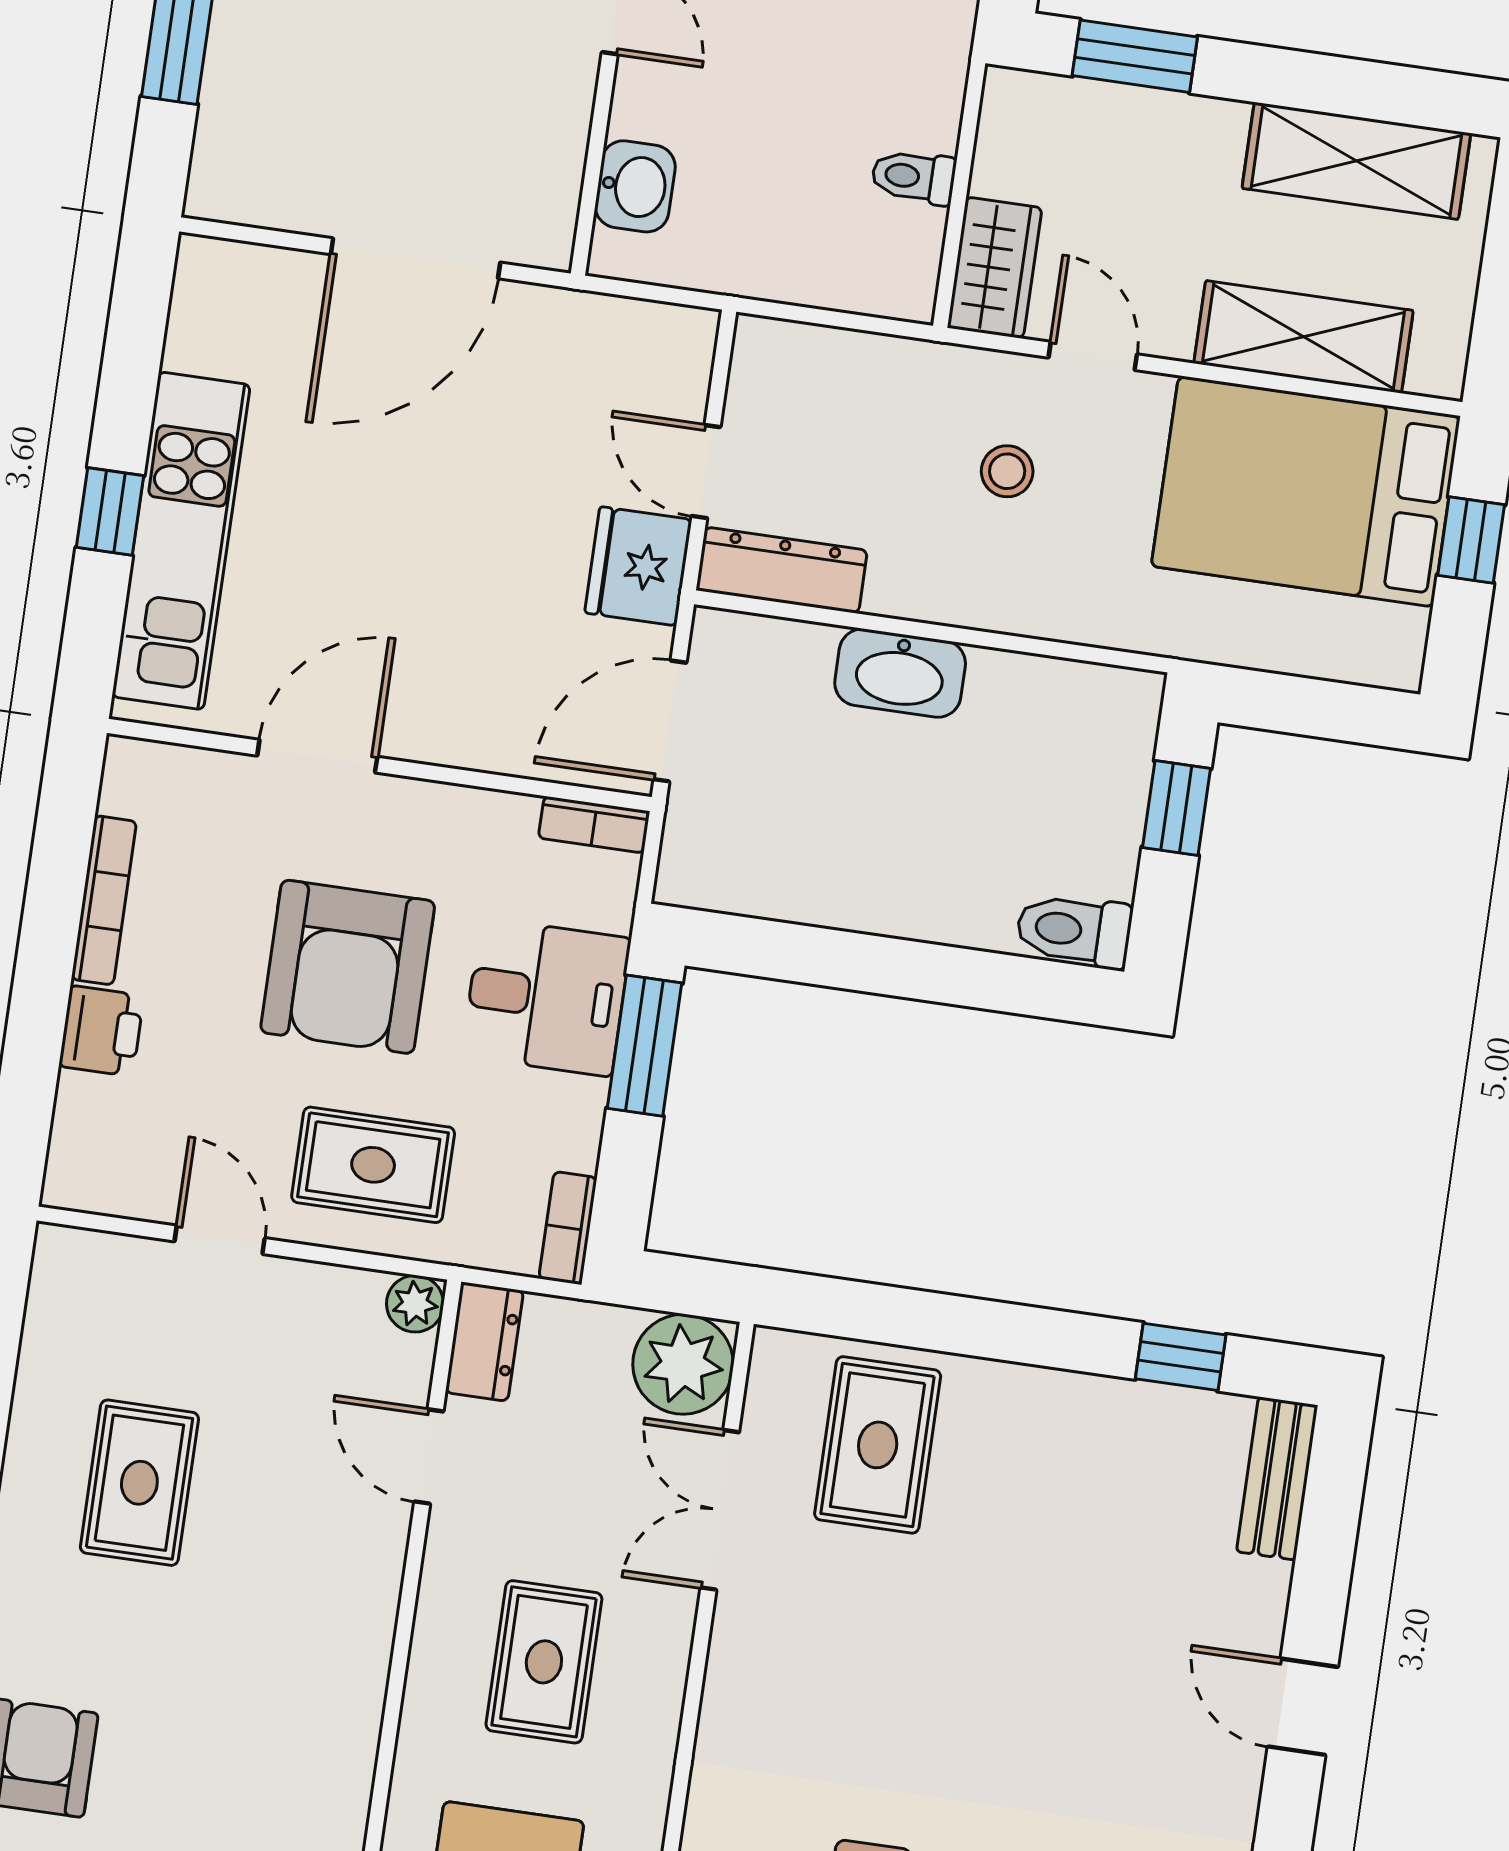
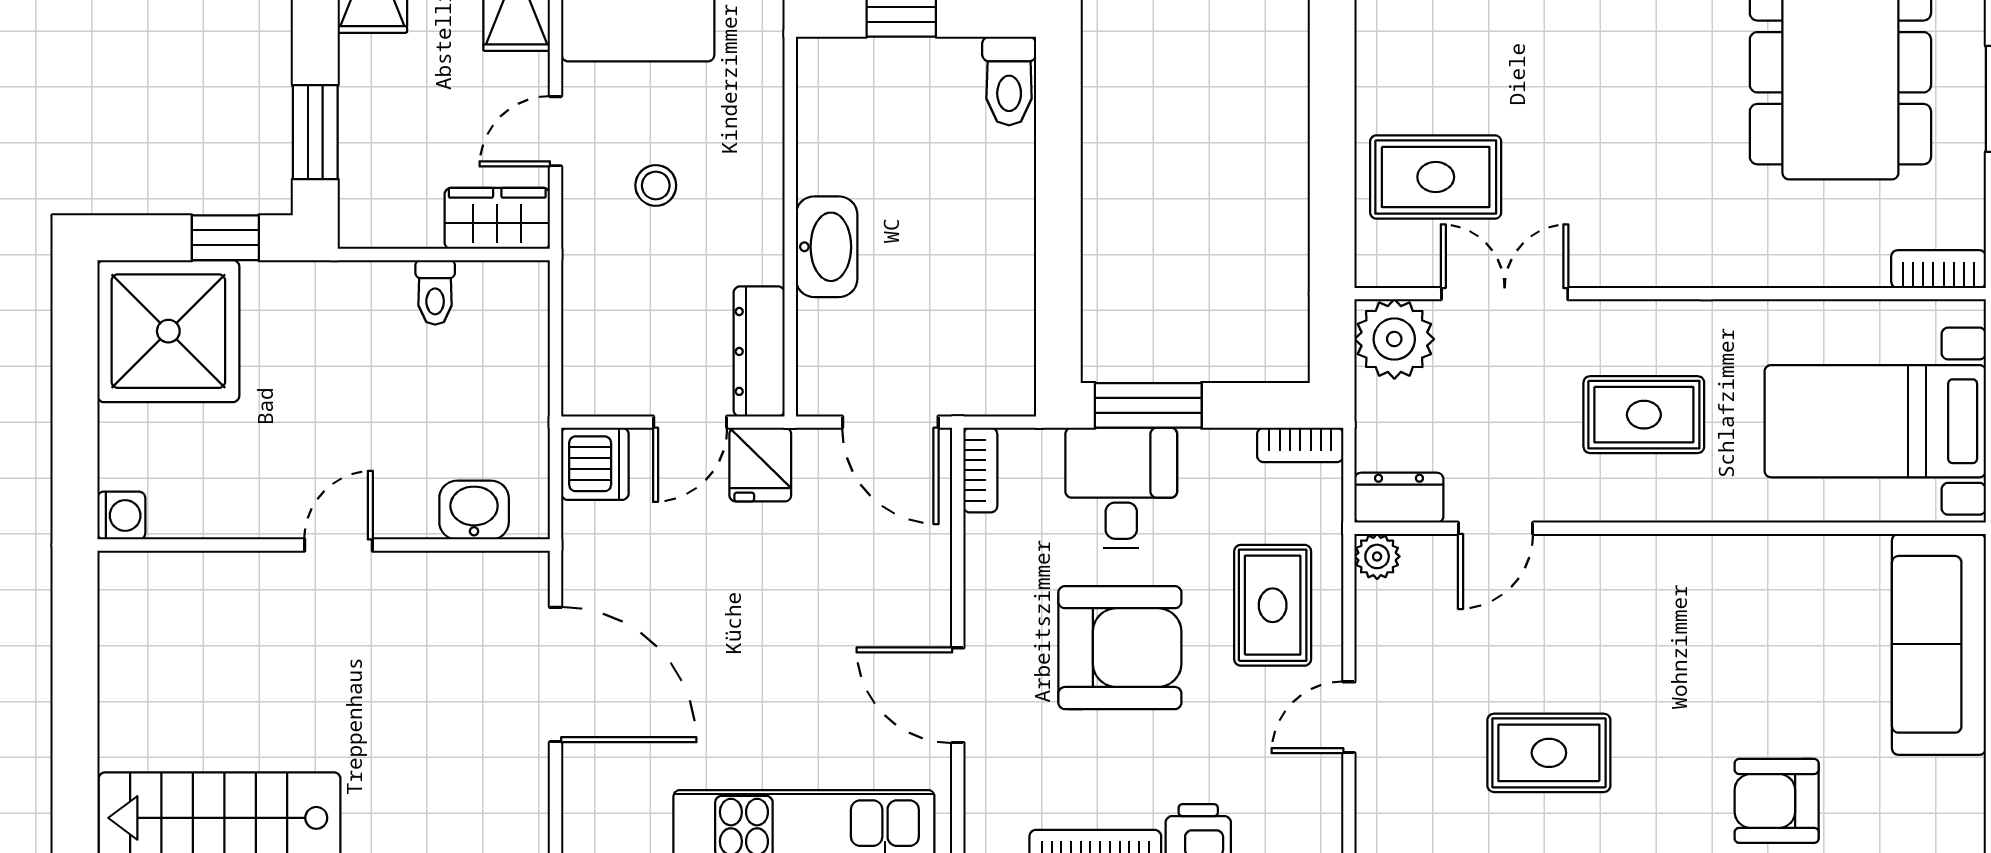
dishwasher: (671, 345) -> (595, 464), added
fridge: (638, 566) -> (760, 465), width x0.72
double door: (720, 1510) -> (1505, 294), swing flipped

